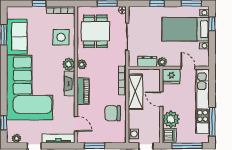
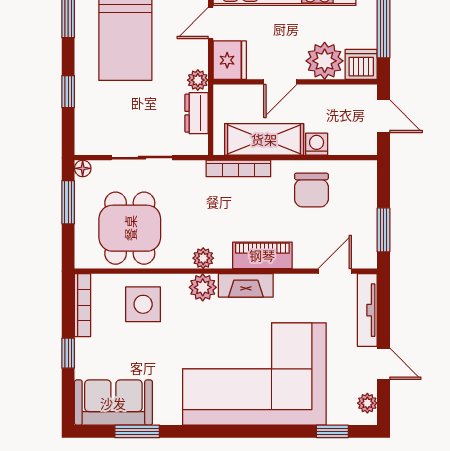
dining table: (95, 31) -> (130, 228), turned 90
sofa: (17, 37) -> (113, 403), moved
washing machine: (133, 134) -> (317, 144), moved

